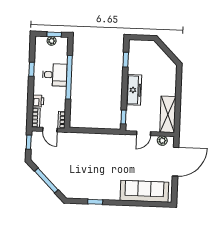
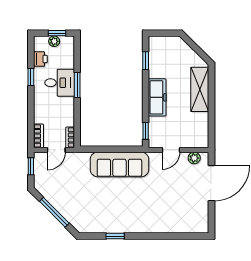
window: (69, 77) -> (77, 85), width x0.47
printer: (38, 101) -> (40, 59), moved
shelving: (168, 114) -> (200, 89), moved
door: (50, 130) -> (56, 150), hinge flipped
sofa: (144, 191) -> (119, 164), moved, turned 180

